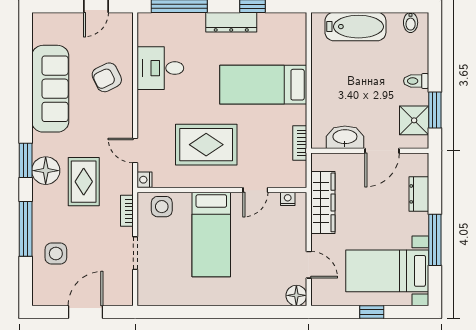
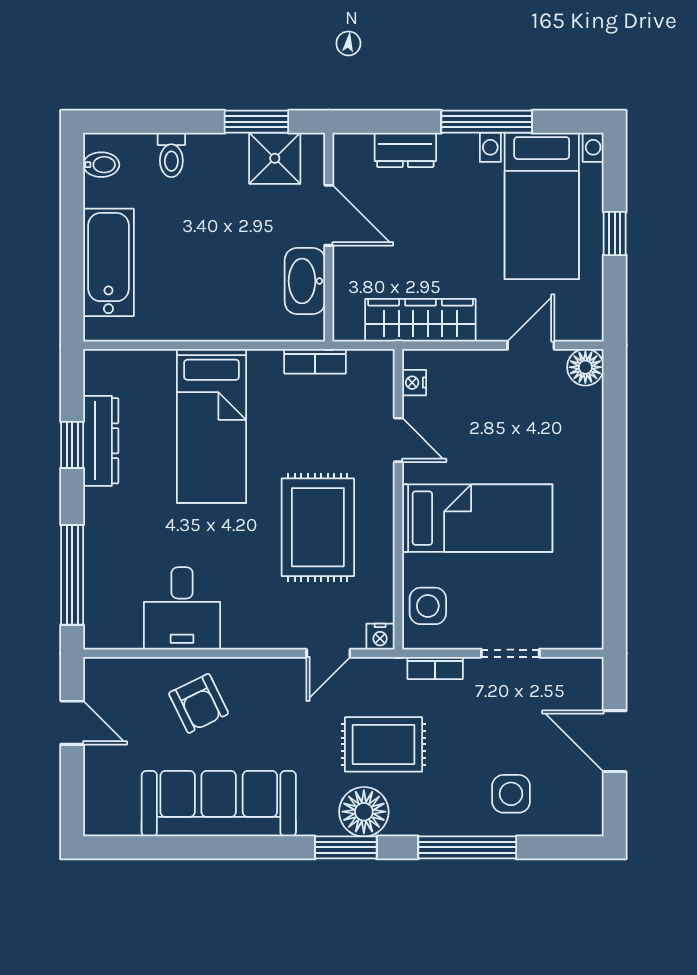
dresser: (231, 22) -> (101, 441), moved
toilet: (416, 81) -> (171, 155), moved

